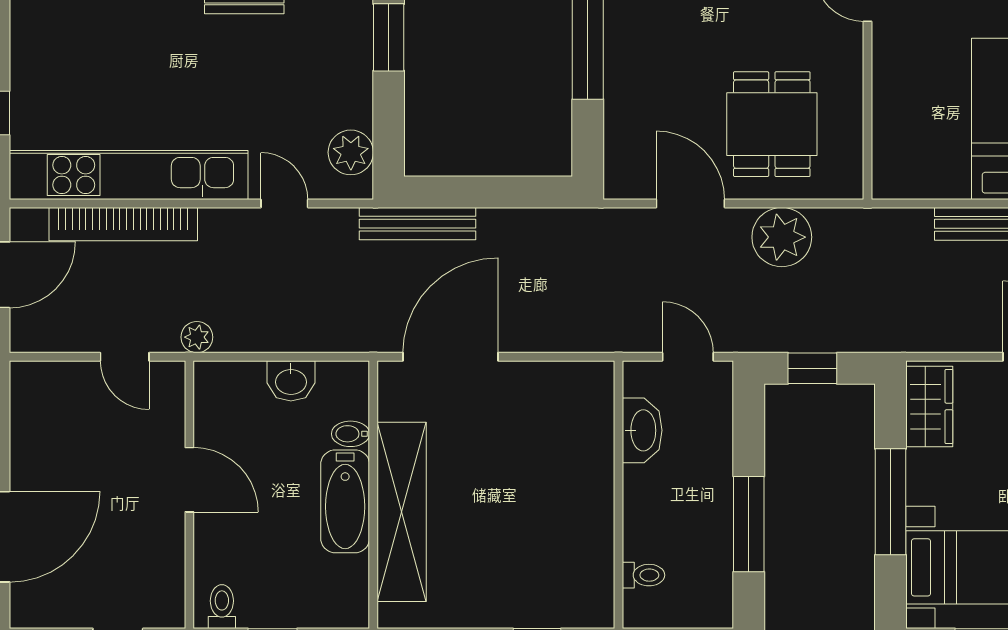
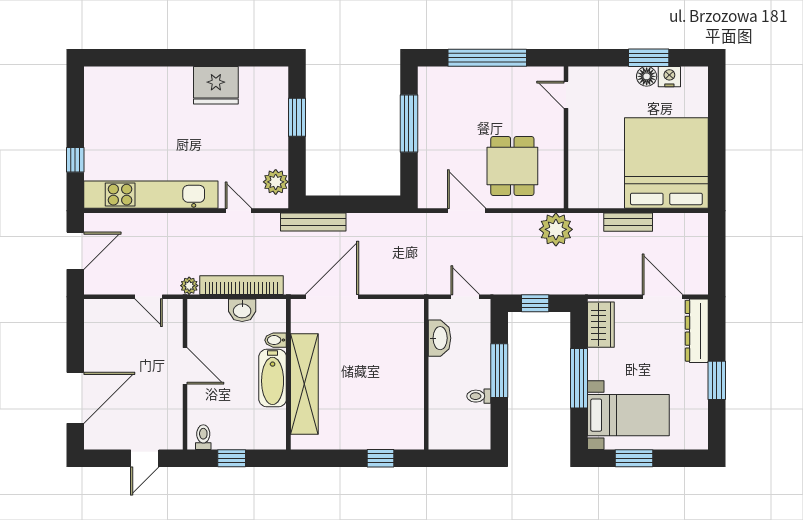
bookcase: (123, 224) -> (241, 285), moved, turned 180
plant: (782, 237) -> (556, 229), moved
window: (749, 524) -> (499, 371), moved
toilet: (643, 575) -> (479, 396), moved, turned 180

